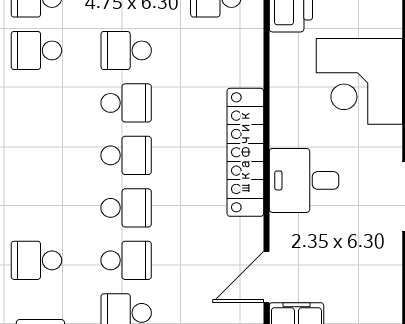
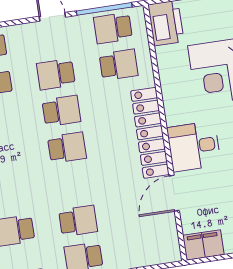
school desk: (126, 208) -> (119, 65), moved
door: (266, 277) -> (174, 193), moved

